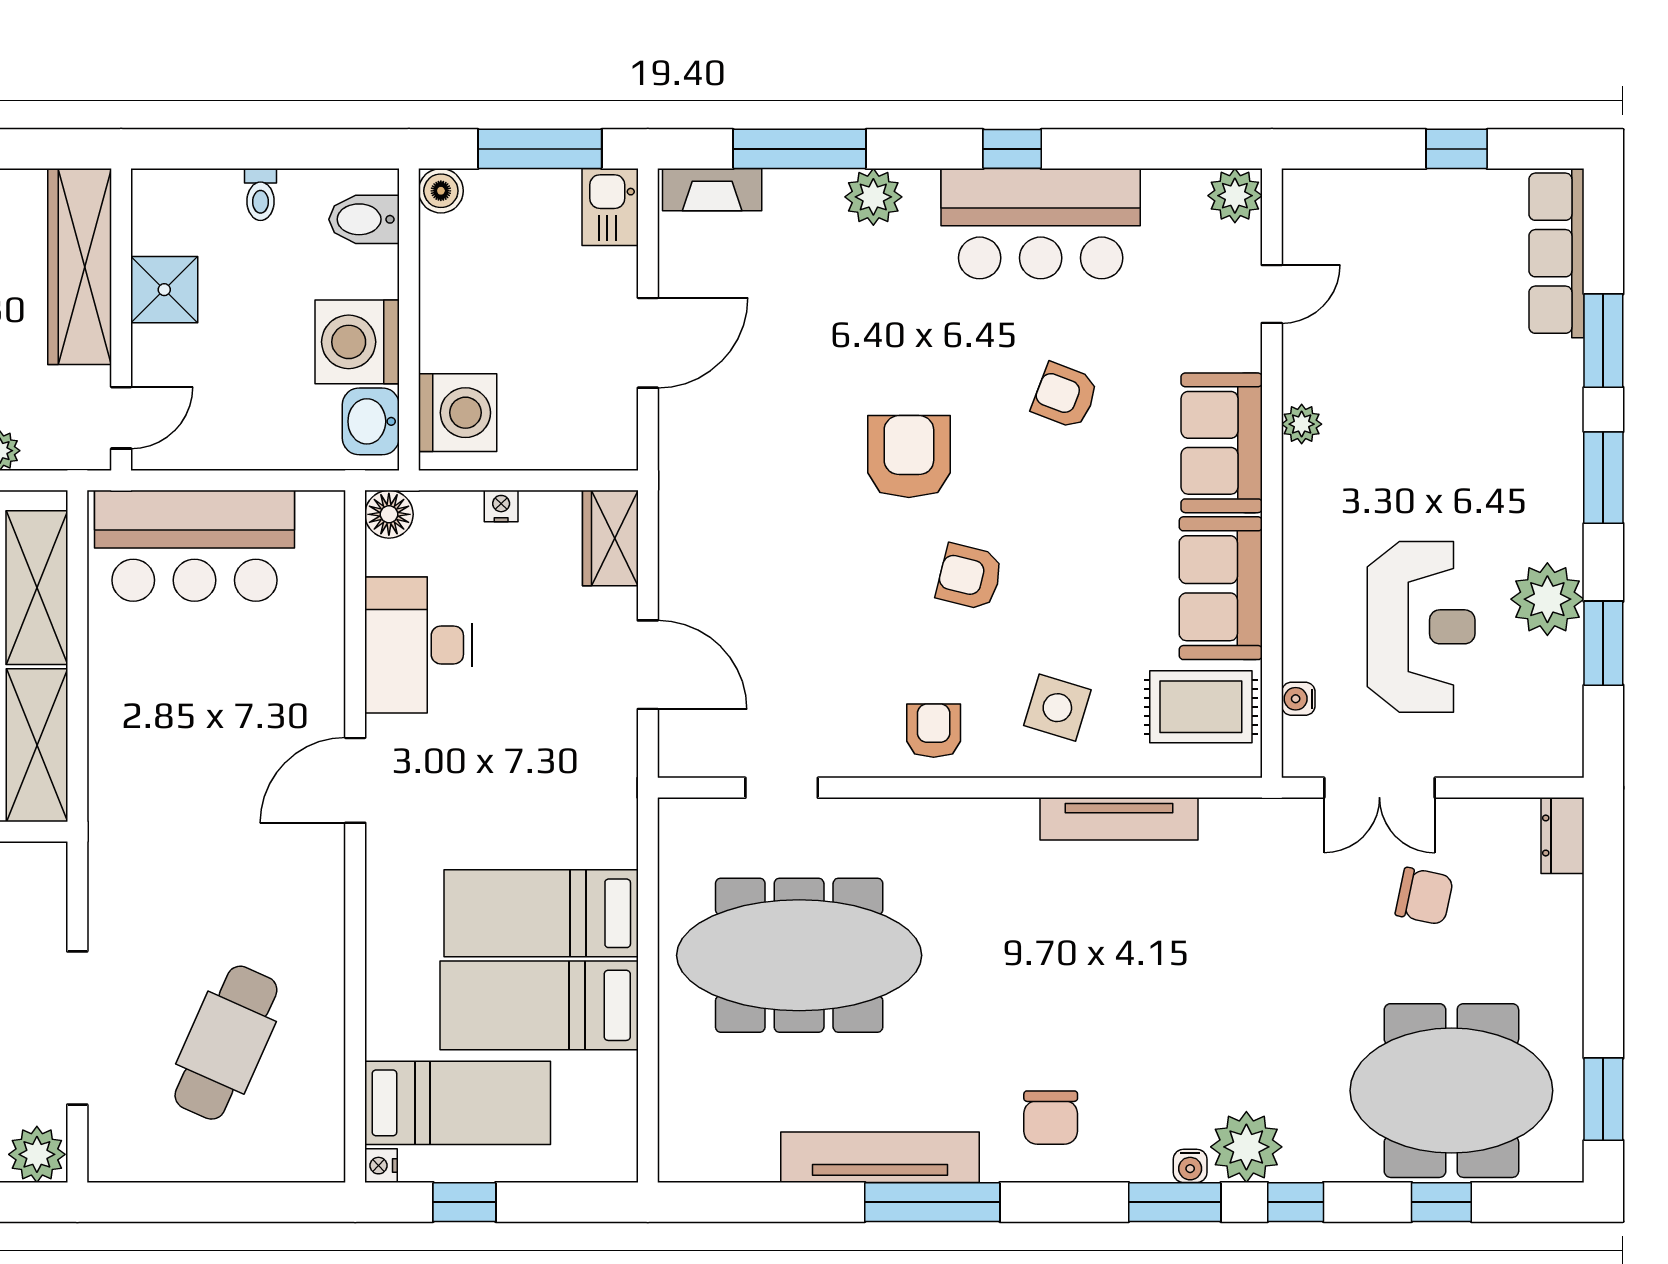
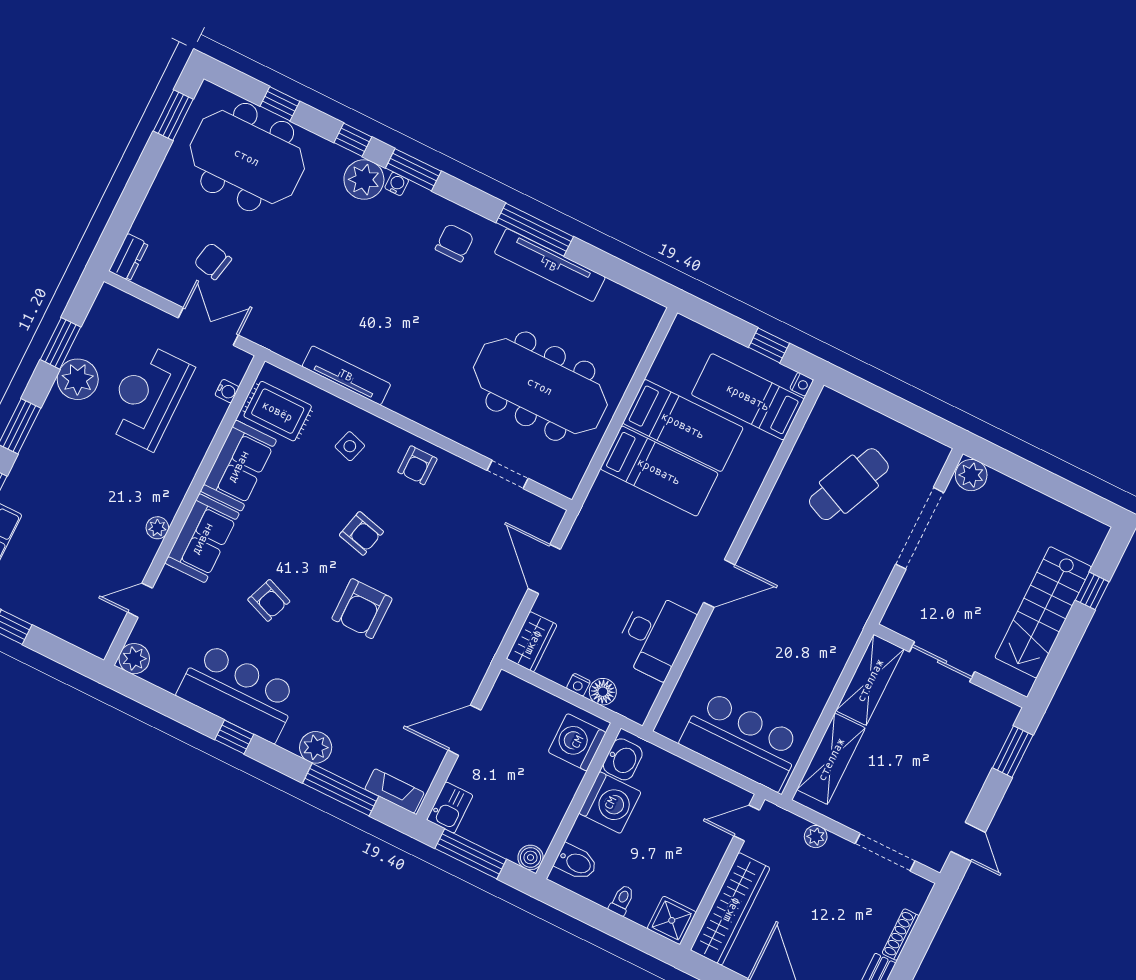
shower: (164, 290) -> (672, 920), moved
floor lamp: (389, 514) -> (603, 692), moved
side table: (1057, 708) -> (350, 446), width x0.73, depth x0.73

